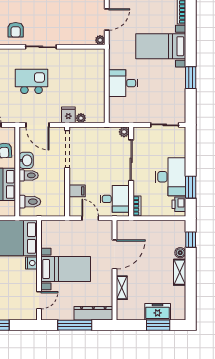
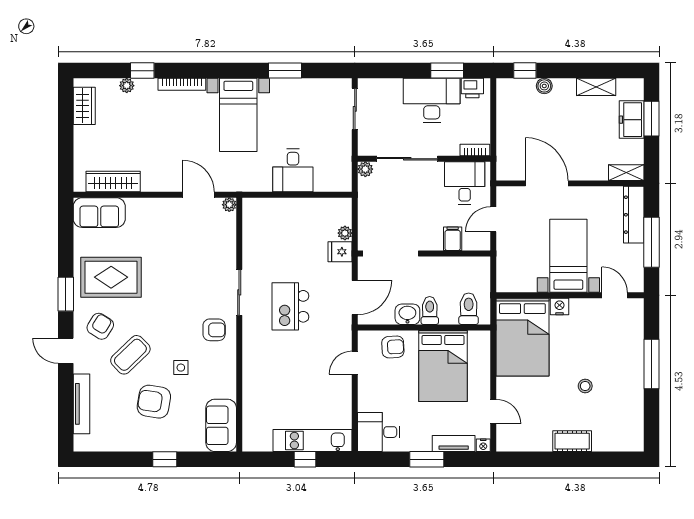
shelving: (180, 272) -> (596, 87), moved
shelving: (122, 288) -> (626, 173), moved

